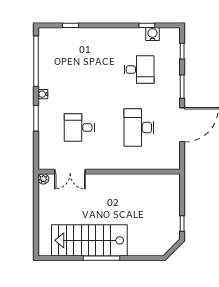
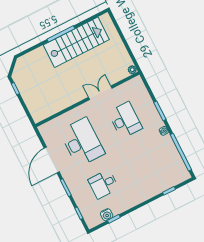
desk: (79, 127) -> (125, 120), width x1.37
desk: (139, 127) -> (82, 142), width x1.36, depth x1.30
double door: (70, 172) -> (100, 93), moved

